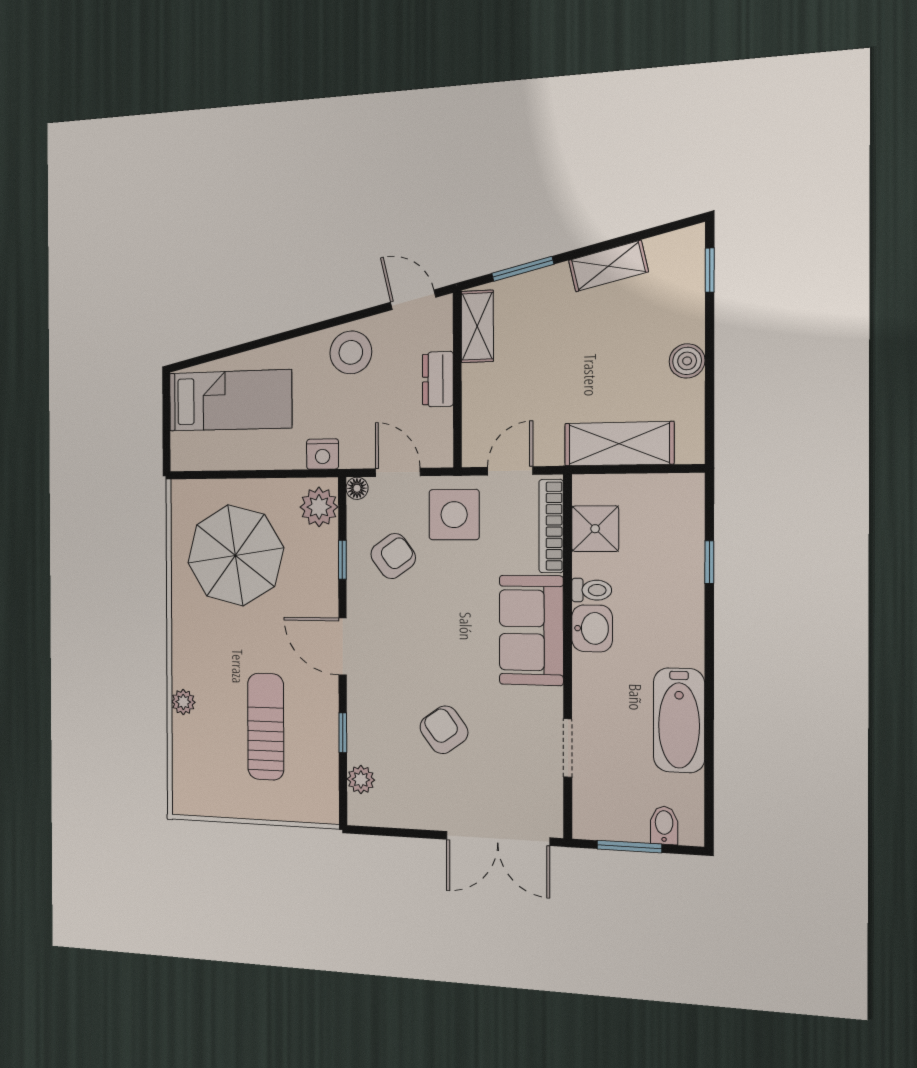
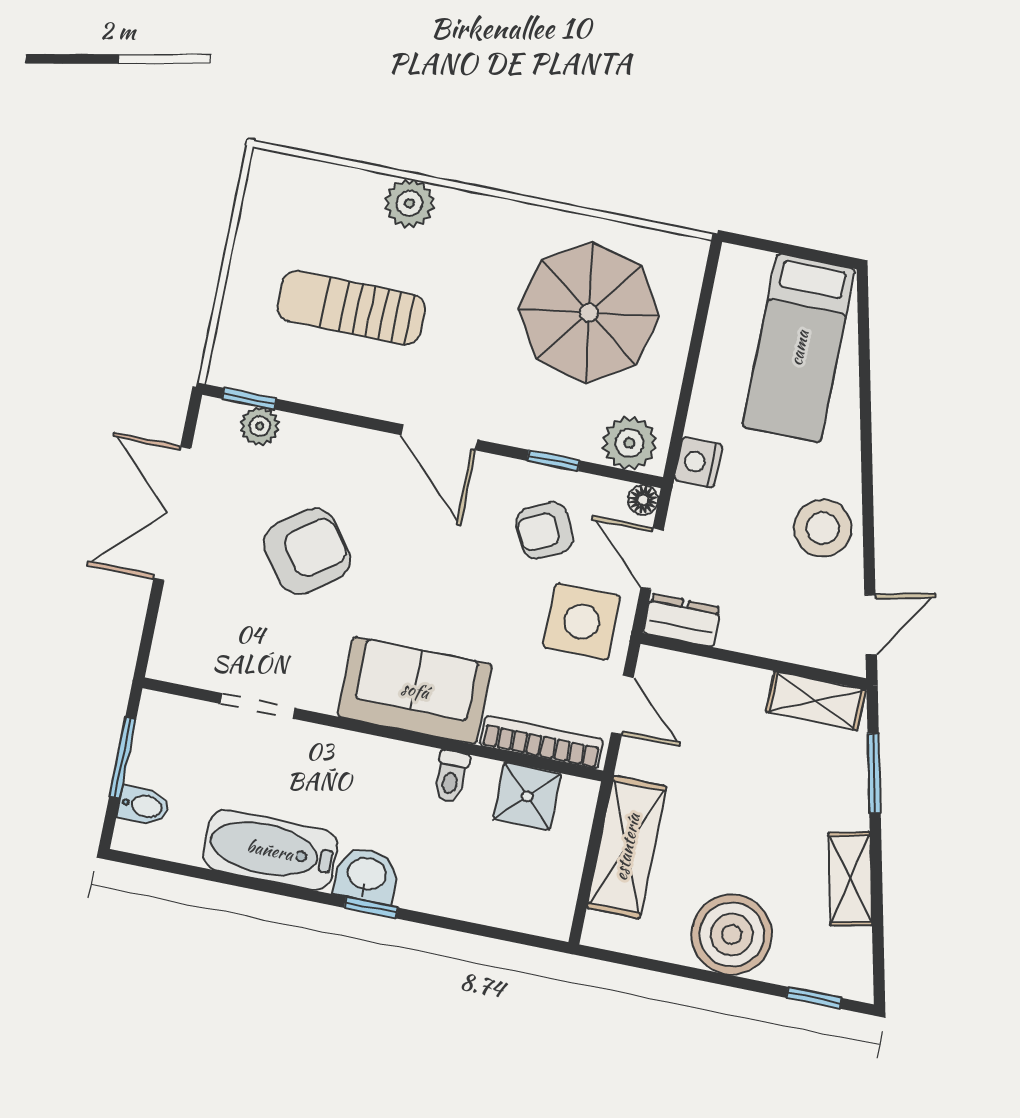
boiler: (687, 361) -> (732, 934), width x1.86, depth x1.86
dresser: (438, 379) -> (682, 620), moved
door: (398, 472) -> (652, 559), swing flipped
armchair: (393, 556) -> (545, 530), turned 100
window: (709, 562) -> (371, 908), moved
washbasin: (592, 628) -> (367, 875), moved, turned 180
door: (343, 647) -> (439, 437), swing flipped
plant: (183, 702) -> (409, 203), width x1.38, depth x1.38
sun lounger: (266, 727) -> (351, 308), turned 180
armchair: (444, 730) -> (307, 551), width x1.38, depth x1.38
window: (343, 733) -> (249, 399), moved
double door: (498, 839) -> (172, 513), moved

